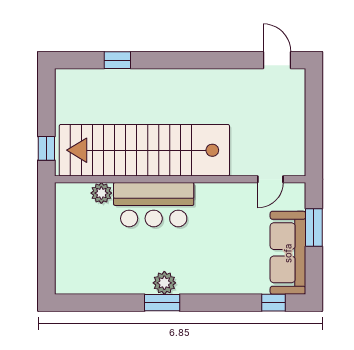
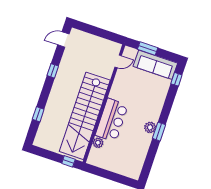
window: (210, 60) -> (53, 71), added
door: (270, 179) -> (118, 61), hinge flipped

